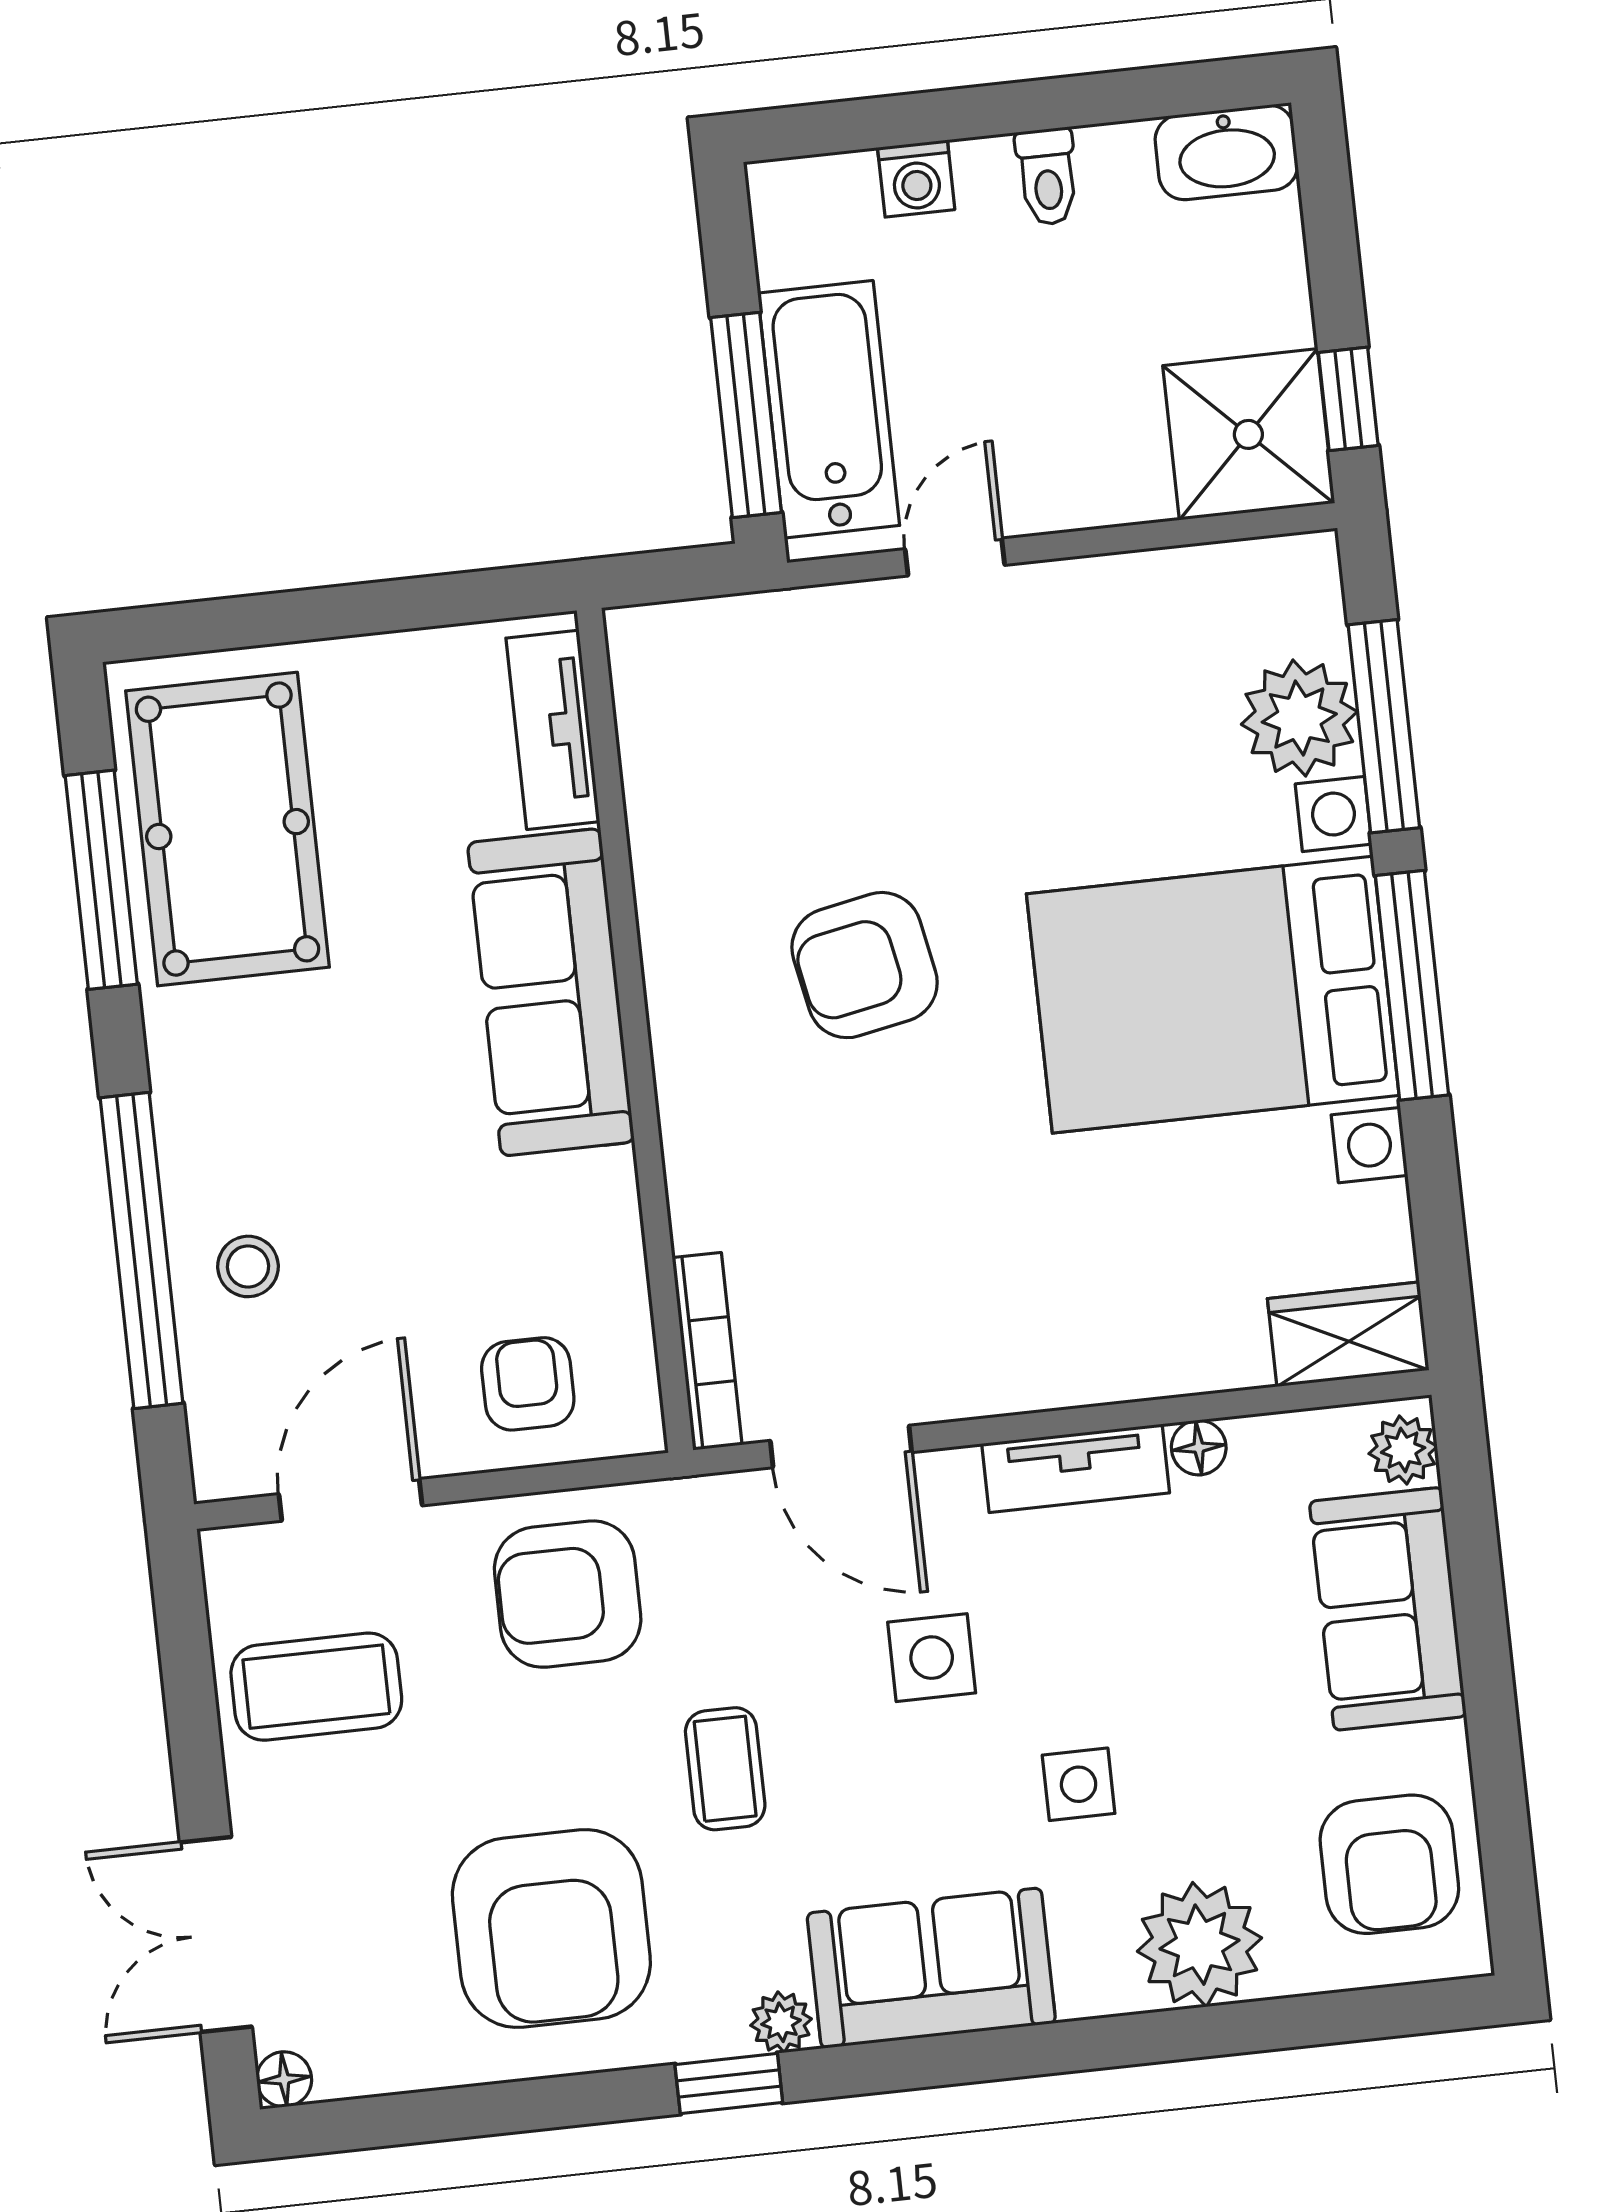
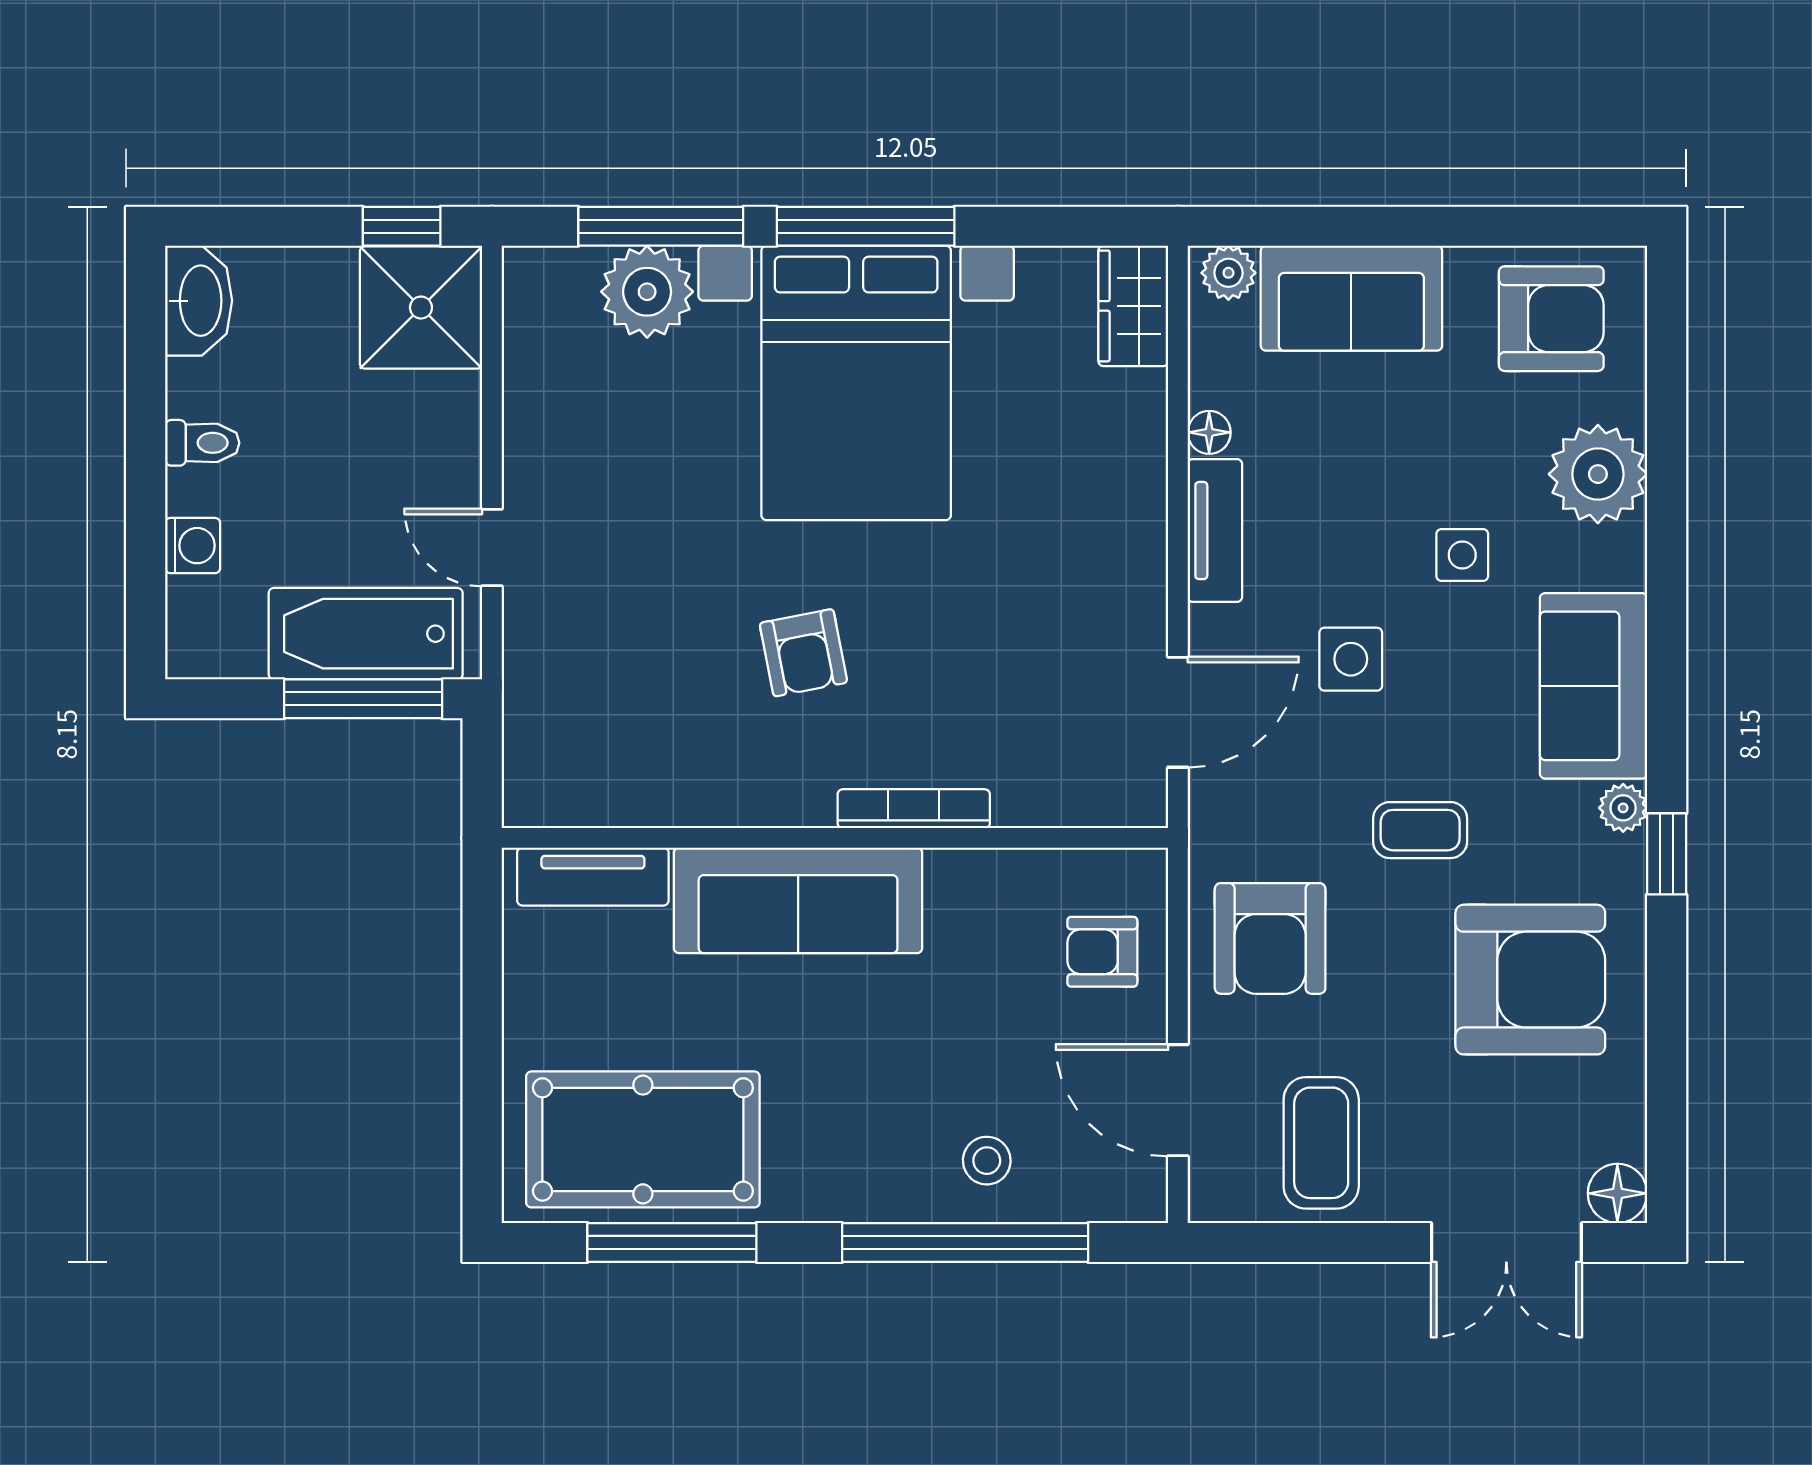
armchair: (865, 965) -> (803, 653), width x0.72, depth x0.72
bookcase: (707, 1351) -> (914, 809), moved
floor lamp: (284, 2079) -> (1617, 1193), width x1.37, depth x1.37

